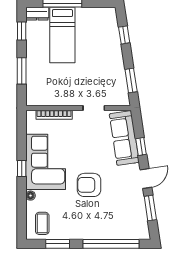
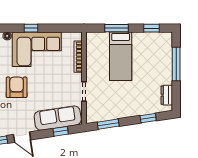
dresser: (37, 14) -> (167, 95), moved
bed: (62, 35) -> (121, 56), moved, turned -90
window: (141, 147) -> (61, 131), moved

